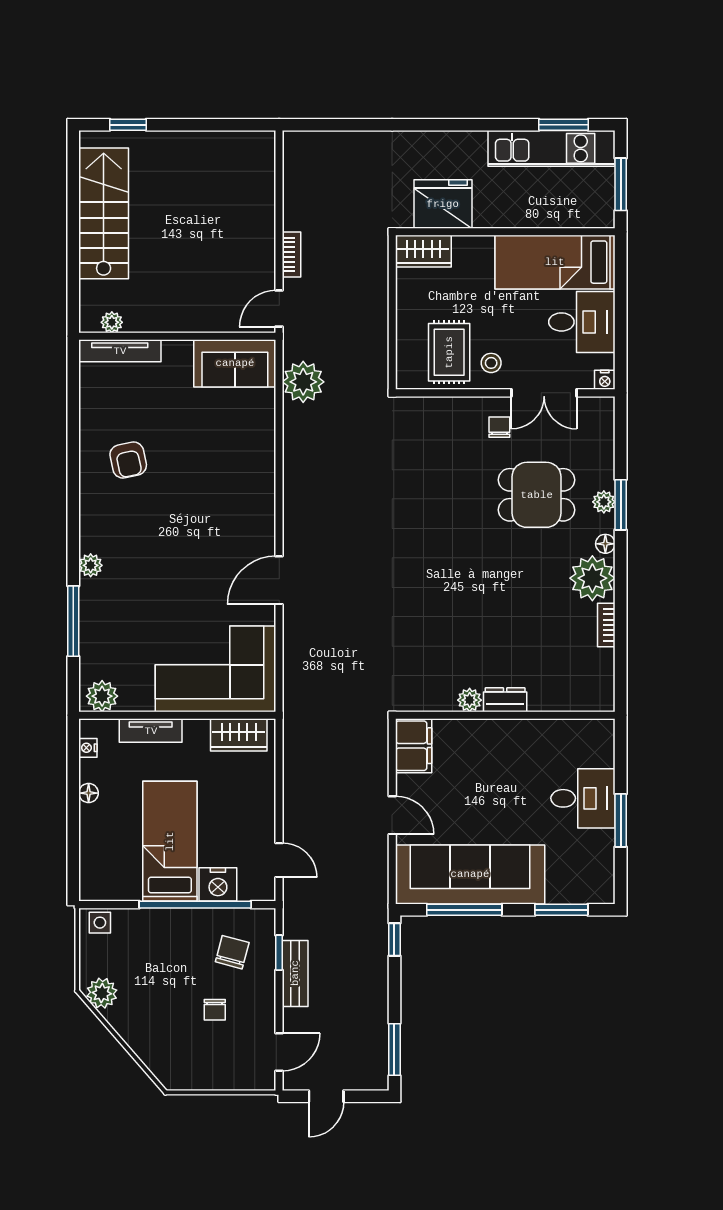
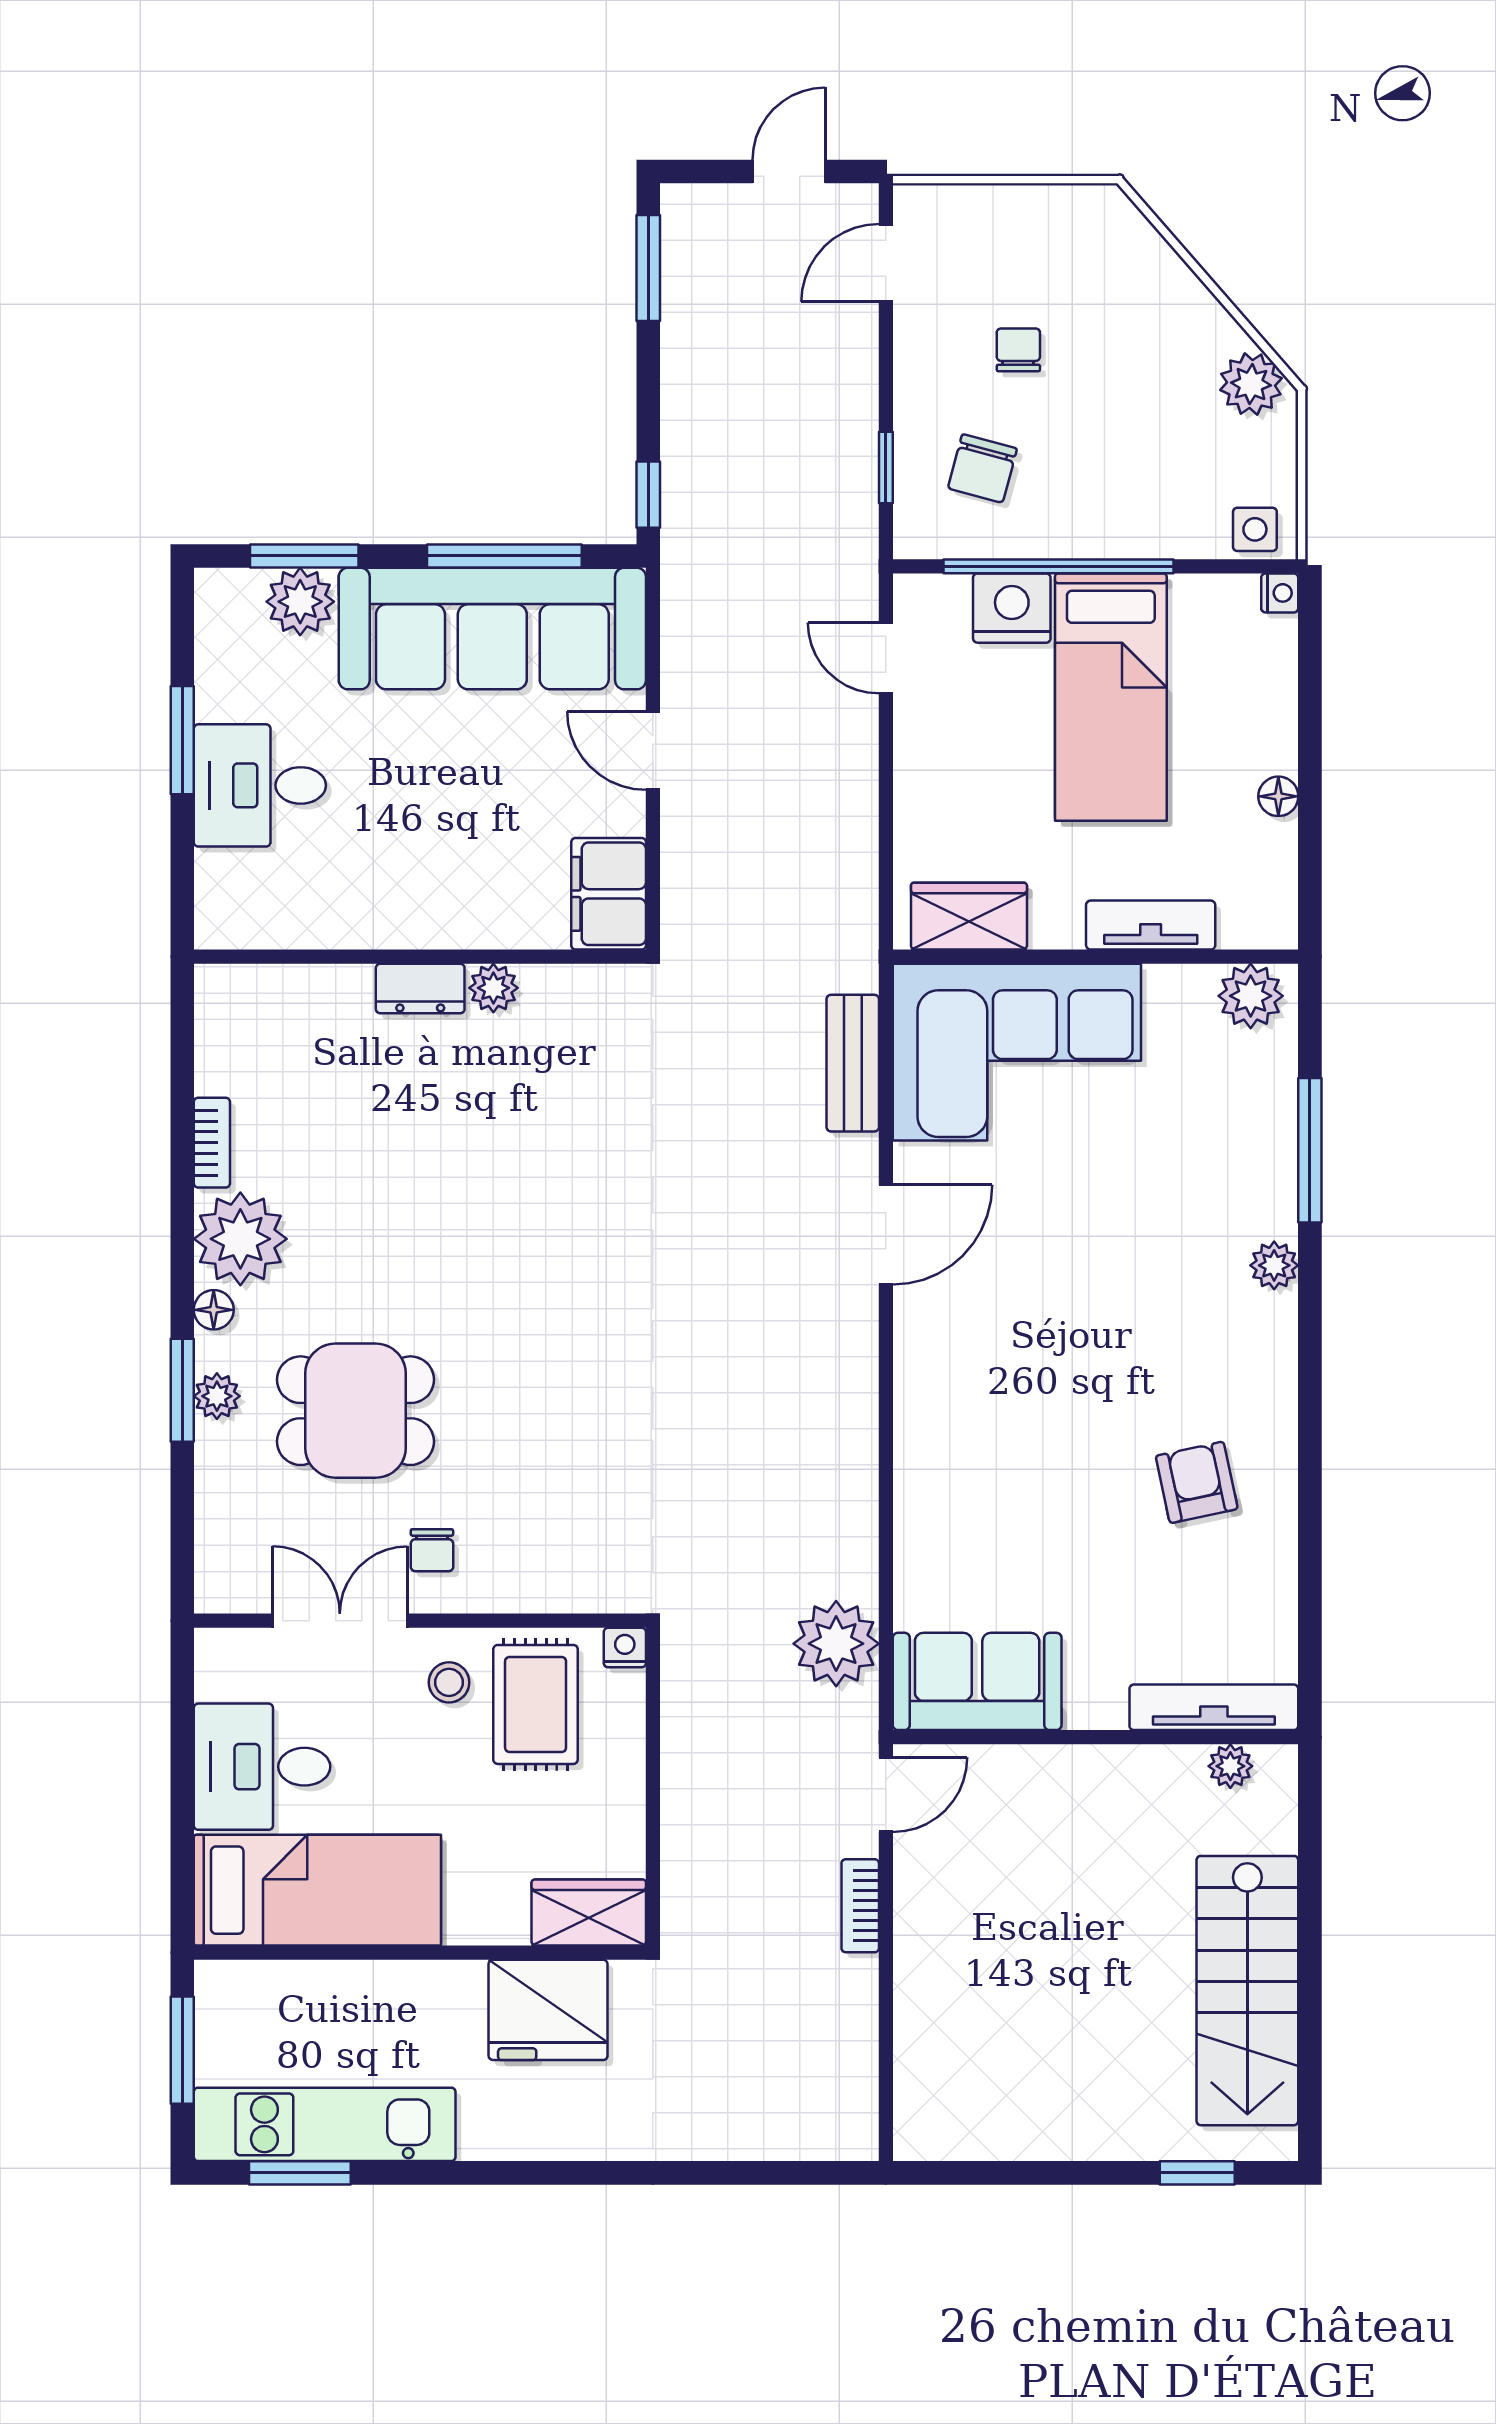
nightstand: (605, 380) -> (625, 1648), moved
nightstand: (88, 748) -> (1280, 593), moved
plant: (563, 888) -> (300, 602), added
bench: (295, 973) -> (853, 1063), moved

